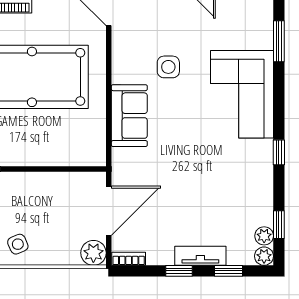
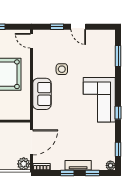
corner sofa: (242, 94) -> (99, 100), moved
plant: (264, 236) -> (111, 155), removed

